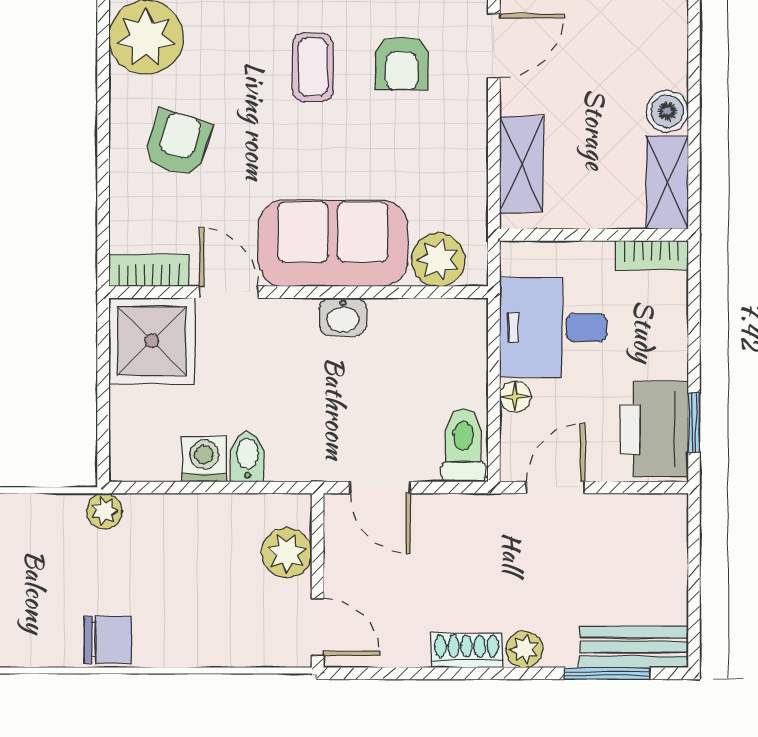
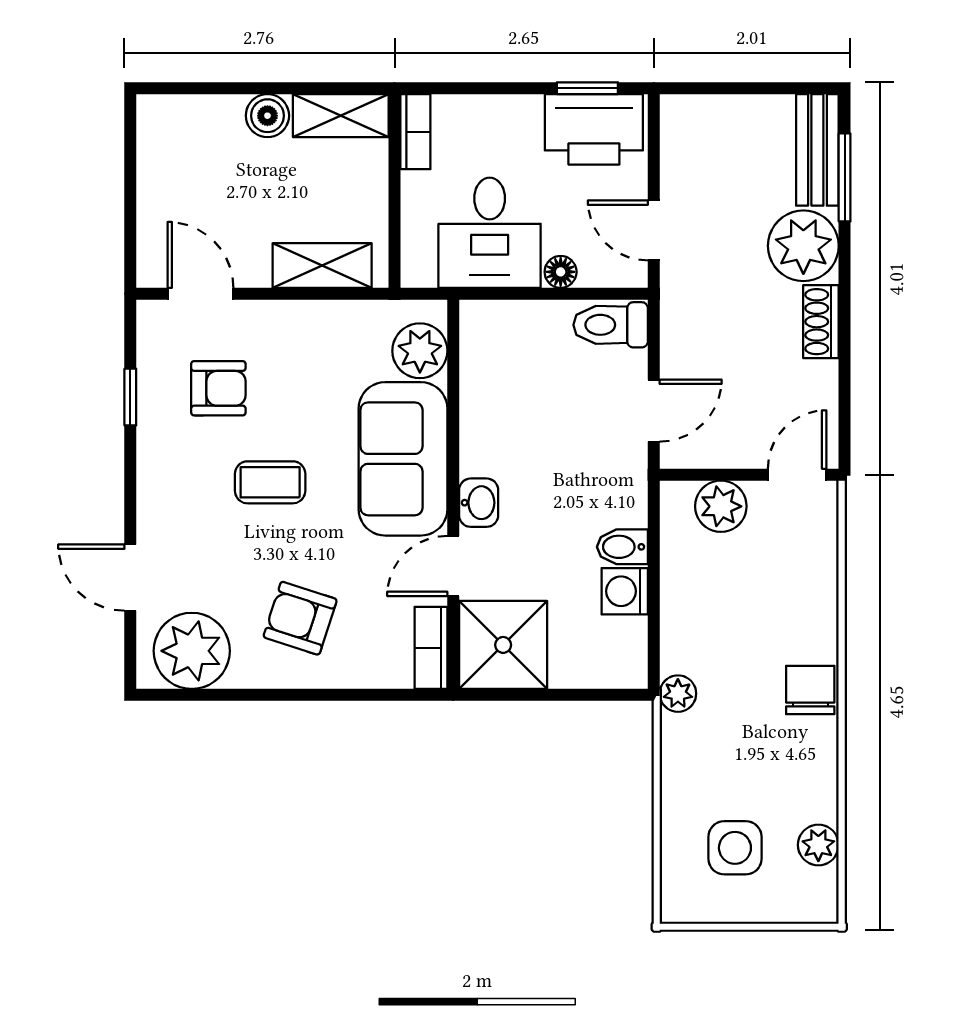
coffee table: (313, 67) -> (270, 482), moved
washbasin: (343, 317) -> (479, 503), moved
plant: (524, 649) -> (803, 246), width x1.88, depth x1.88

